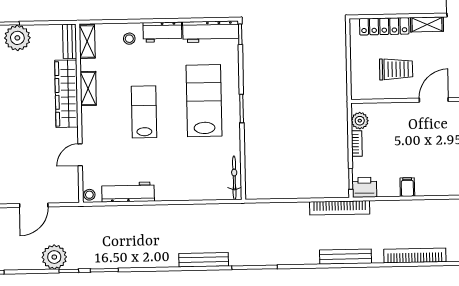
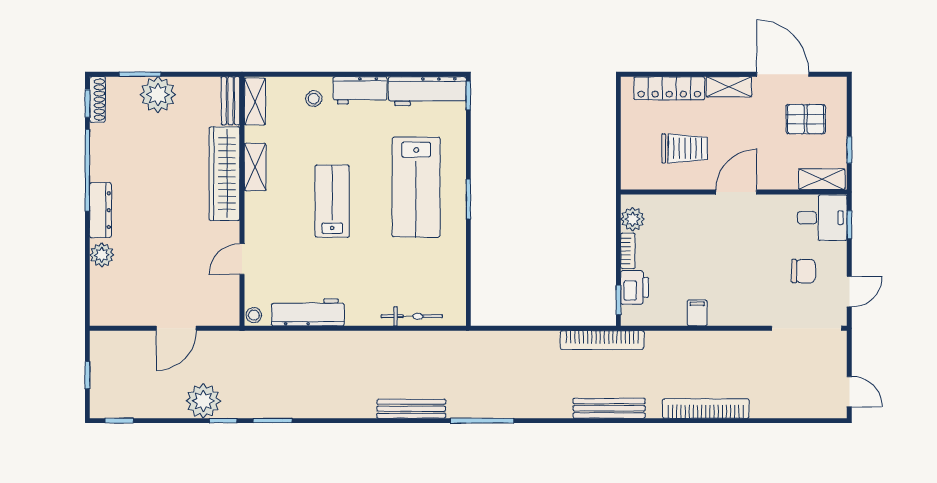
lab bench: (204, 101) -> (416, 187), turned 180
bicycle: (234, 178) -> (412, 316), moved, turned 90
printer: (365, 187) -> (635, 287), moved, turned 90

